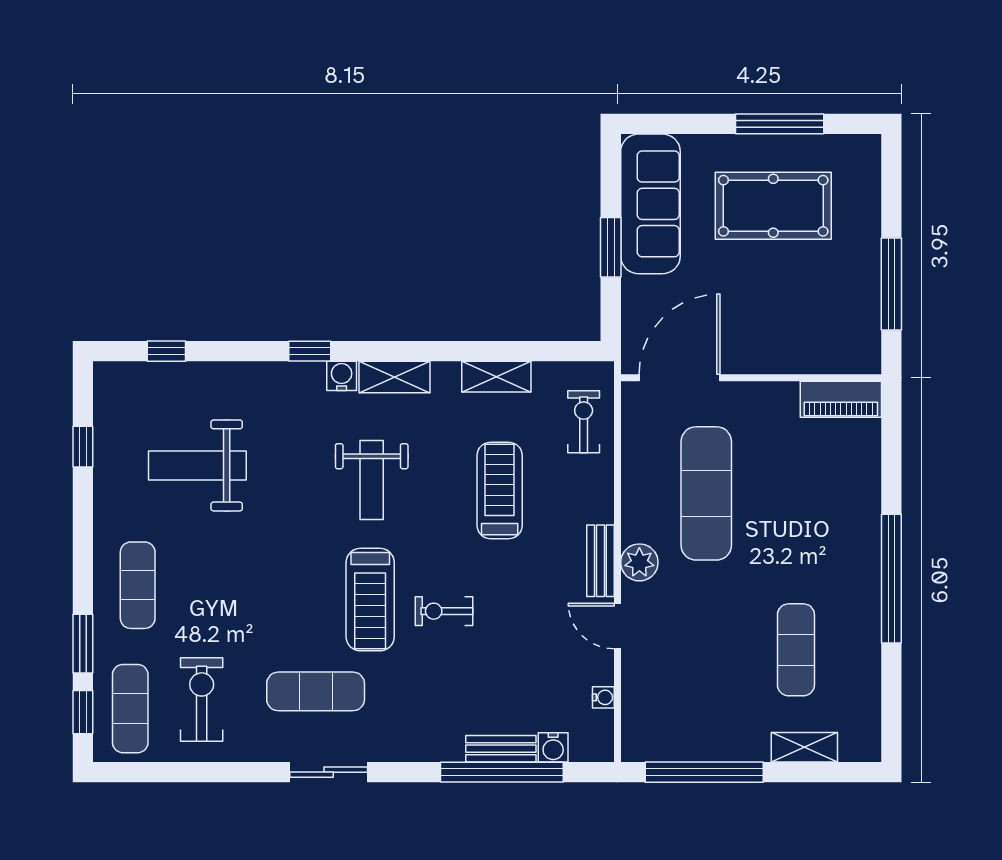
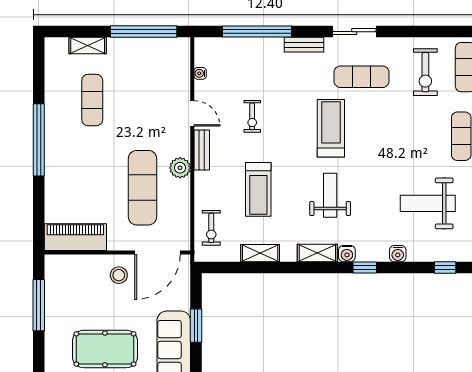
stool: (749, 337) -> (119, 275), added
piano: (841, 399) -> (75, 237), width x1.37, depth x1.33
weight bench: (197, 465) -> (428, 203), turned 180
plant: (639, 562) -> (180, 168), moved
exercise bike: (444, 611) -> (252, 116), moved, turned 90
water cooler: (553, 747) -> (398, 254), moved, turned 180
bench: (501, 749) -> (304, 45), moved

